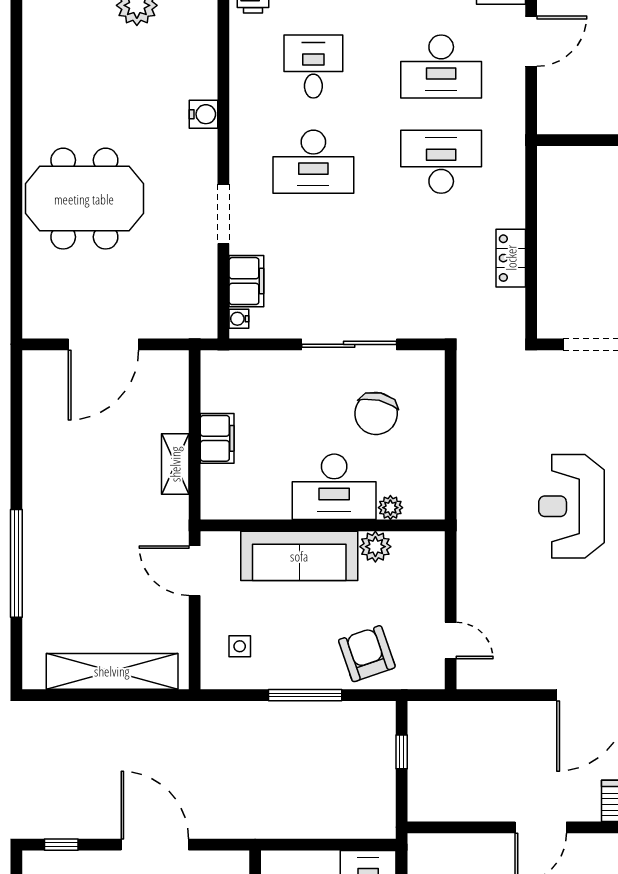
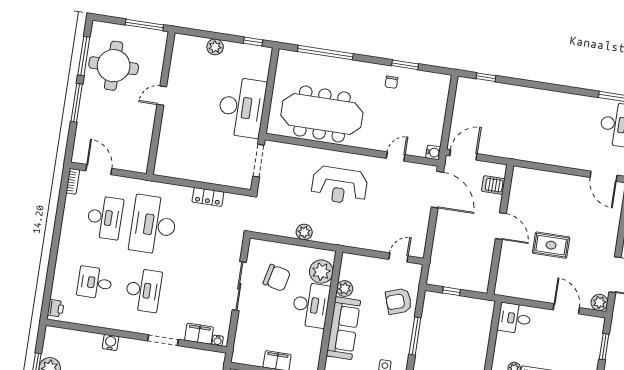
desk: (441, 162) -> (153, 225), width x1.36, depth x1.30
plant: (472, 453) -> (304, 232), added
plant: (390, 508) -> (321, 272), width x1.87, depth x1.87

